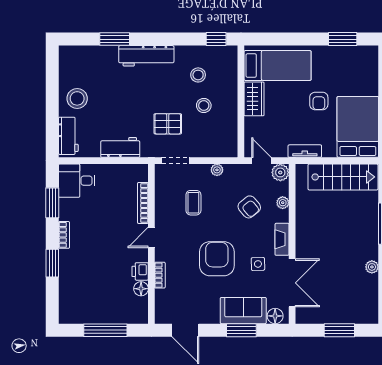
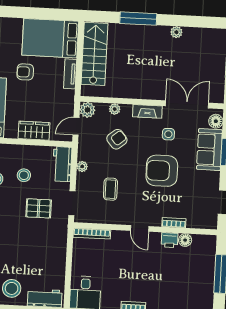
wardrobe: (254, 99) -> (34, 131), moved
armchair: (319, 101) -> (25, 72), turned 180
pallet: (168, 124) -> (39, 208), turned 90
workbench: (120, 147) -> (62, 164), moved
tv unit: (305, 151) -> (70, 74), moved
bookcase: (143, 203) -> (92, 234), moved
coffee table: (193, 203) -> (110, 189), turned 90

